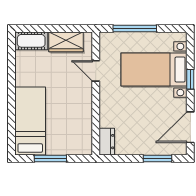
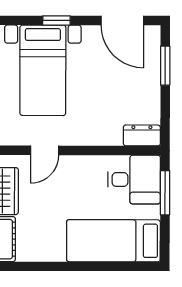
desk: (75, 136) -> (134, 180), added
window: (50, 159) -> (165, 193), moved

